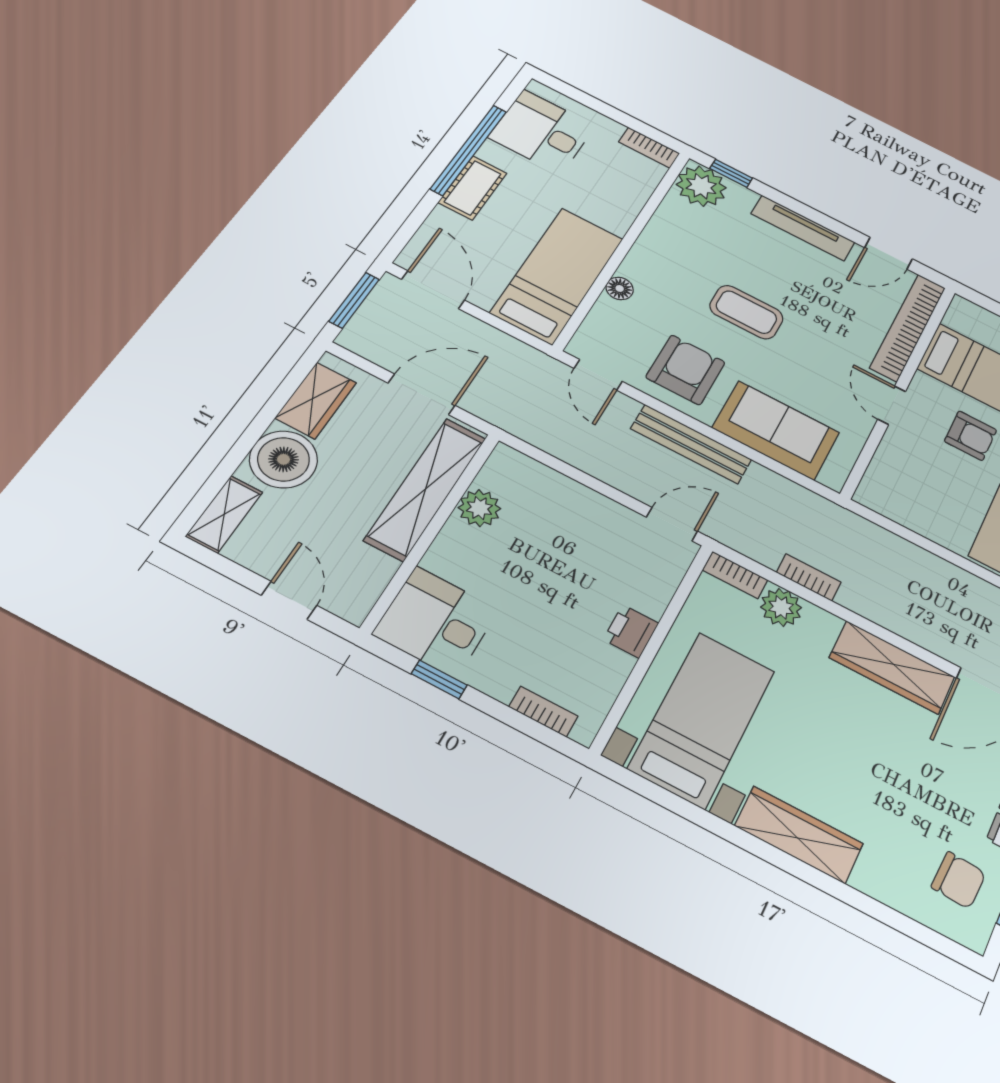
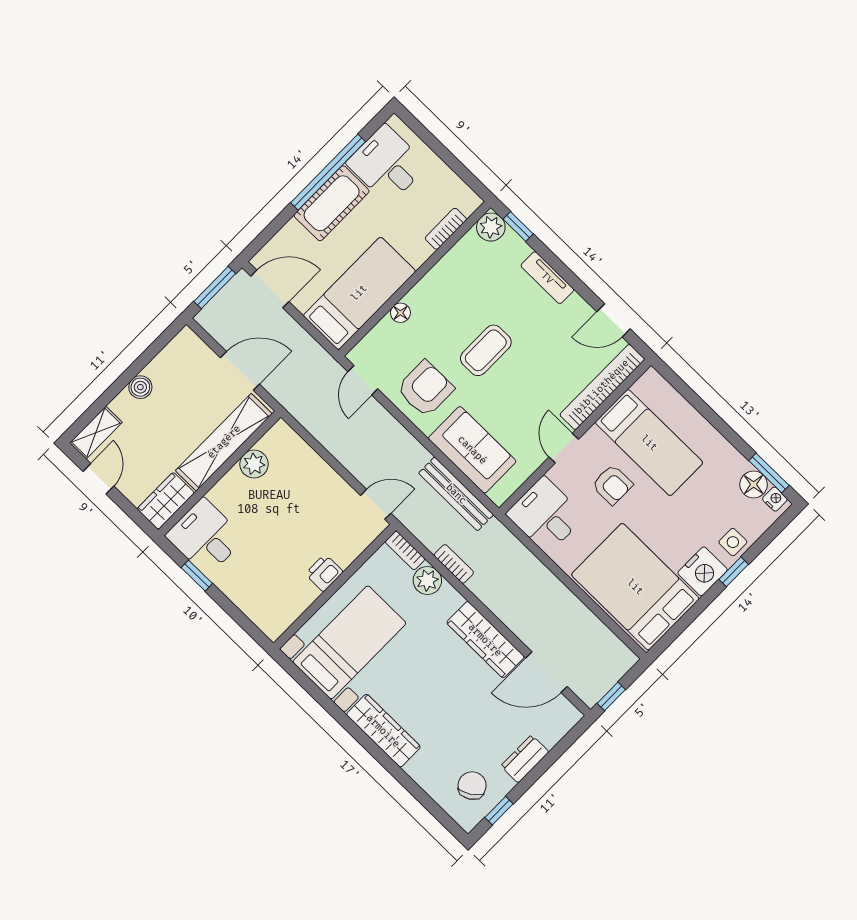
bookcase: (649, 148) -> (446, 229), moved, turned 90
plant: (701, 186) -> (491, 227), width x0.73, depth x0.73
cot: (473, 188) -> (332, 203), width x1.37, depth x1.34
tv unit: (803, 228) -> (547, 278), width x0.71
door: (433, 290) -> (270, 289), hinge flipped
coffee table: (746, 312) -> (486, 350), turned 90
wardrobe: (316, 400) -> (166, 501), moved, turned 180
bench: (691, 444) -> (456, 494), moved
boiler: (284, 459) -> (140, 387), width x0.54, depth x0.54
desk: (904, 490) -> (546, 515), added
door: (289, 600) -> (98, 479), moved
bookcase: (543, 712) -> (253, 612), removed
chair: (959, 880) -> (472, 786), turned -125

